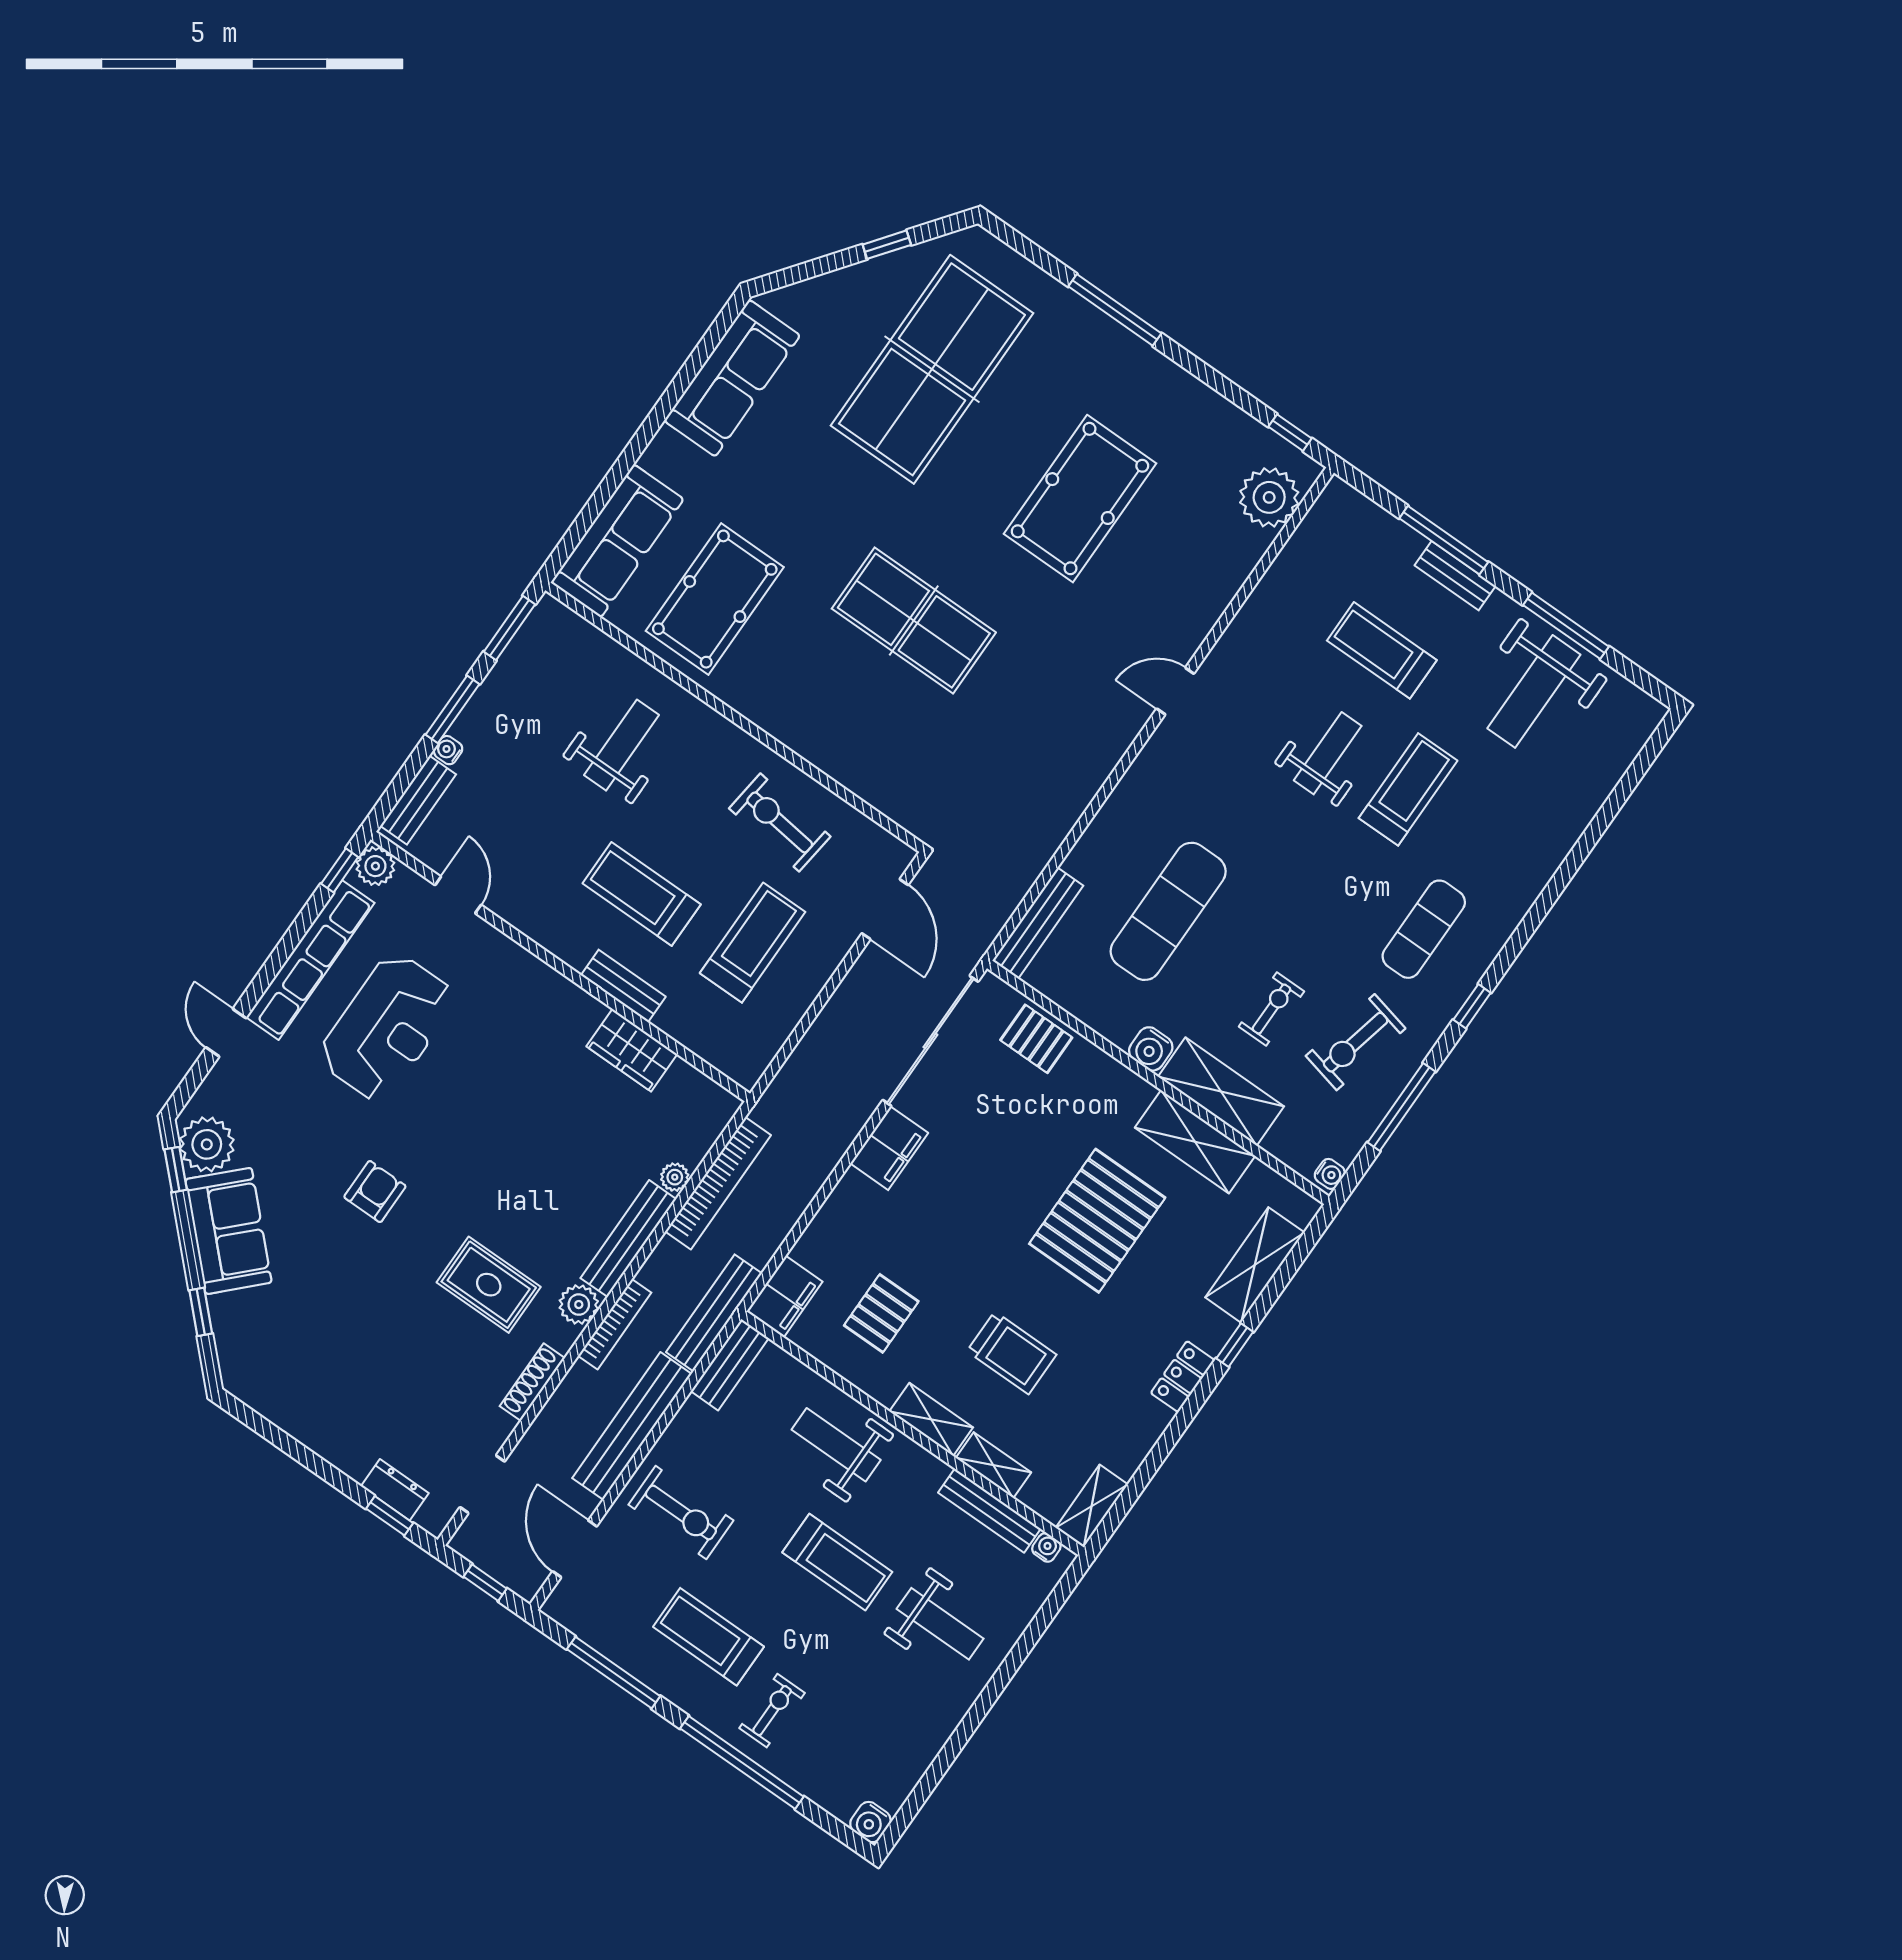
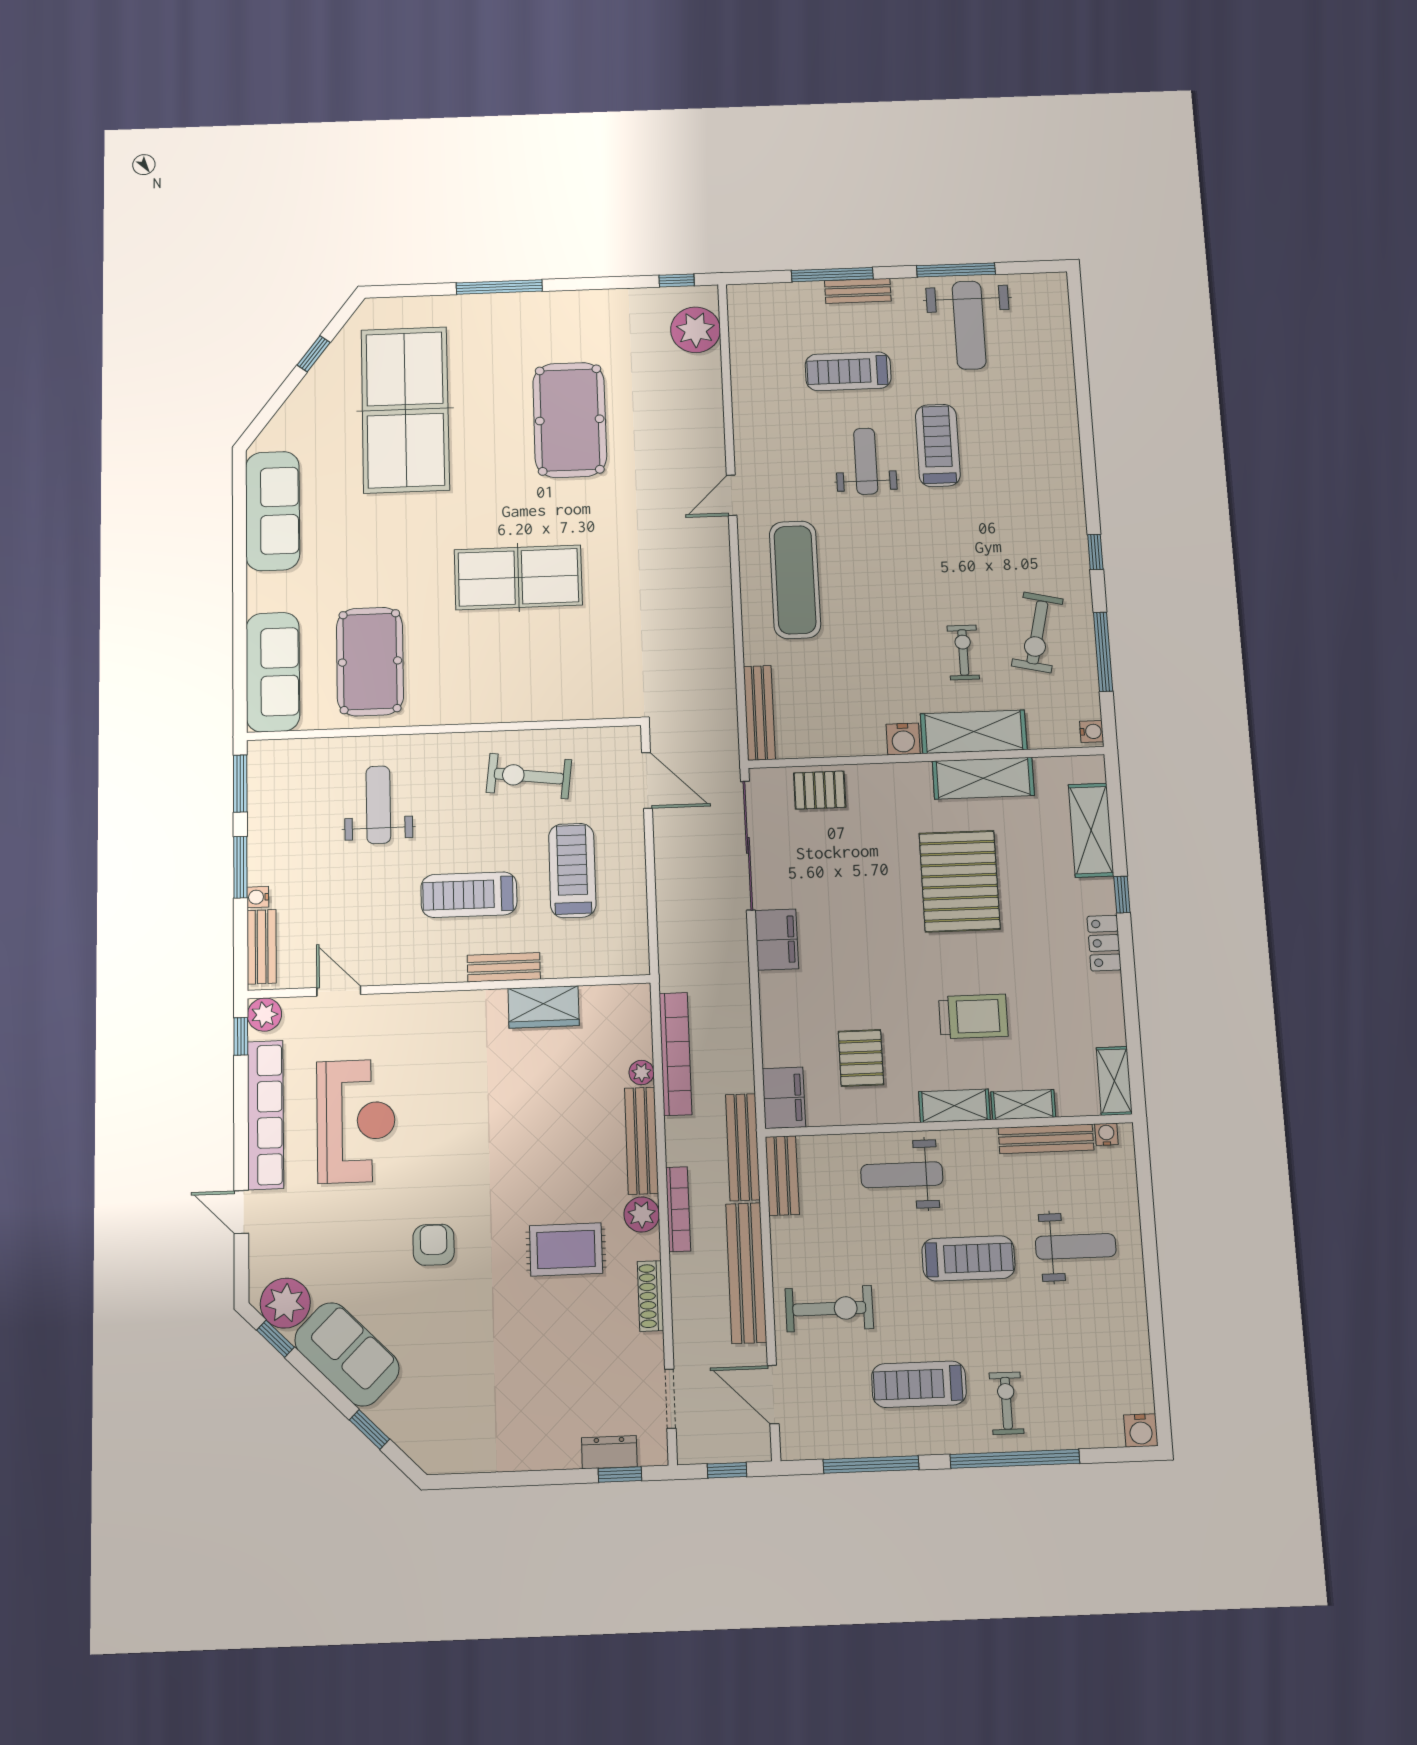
exercise mat: (1168, 911) -> (795, 580), moved
exercise mat: (1424, 929) -> (1022, 526), removed

